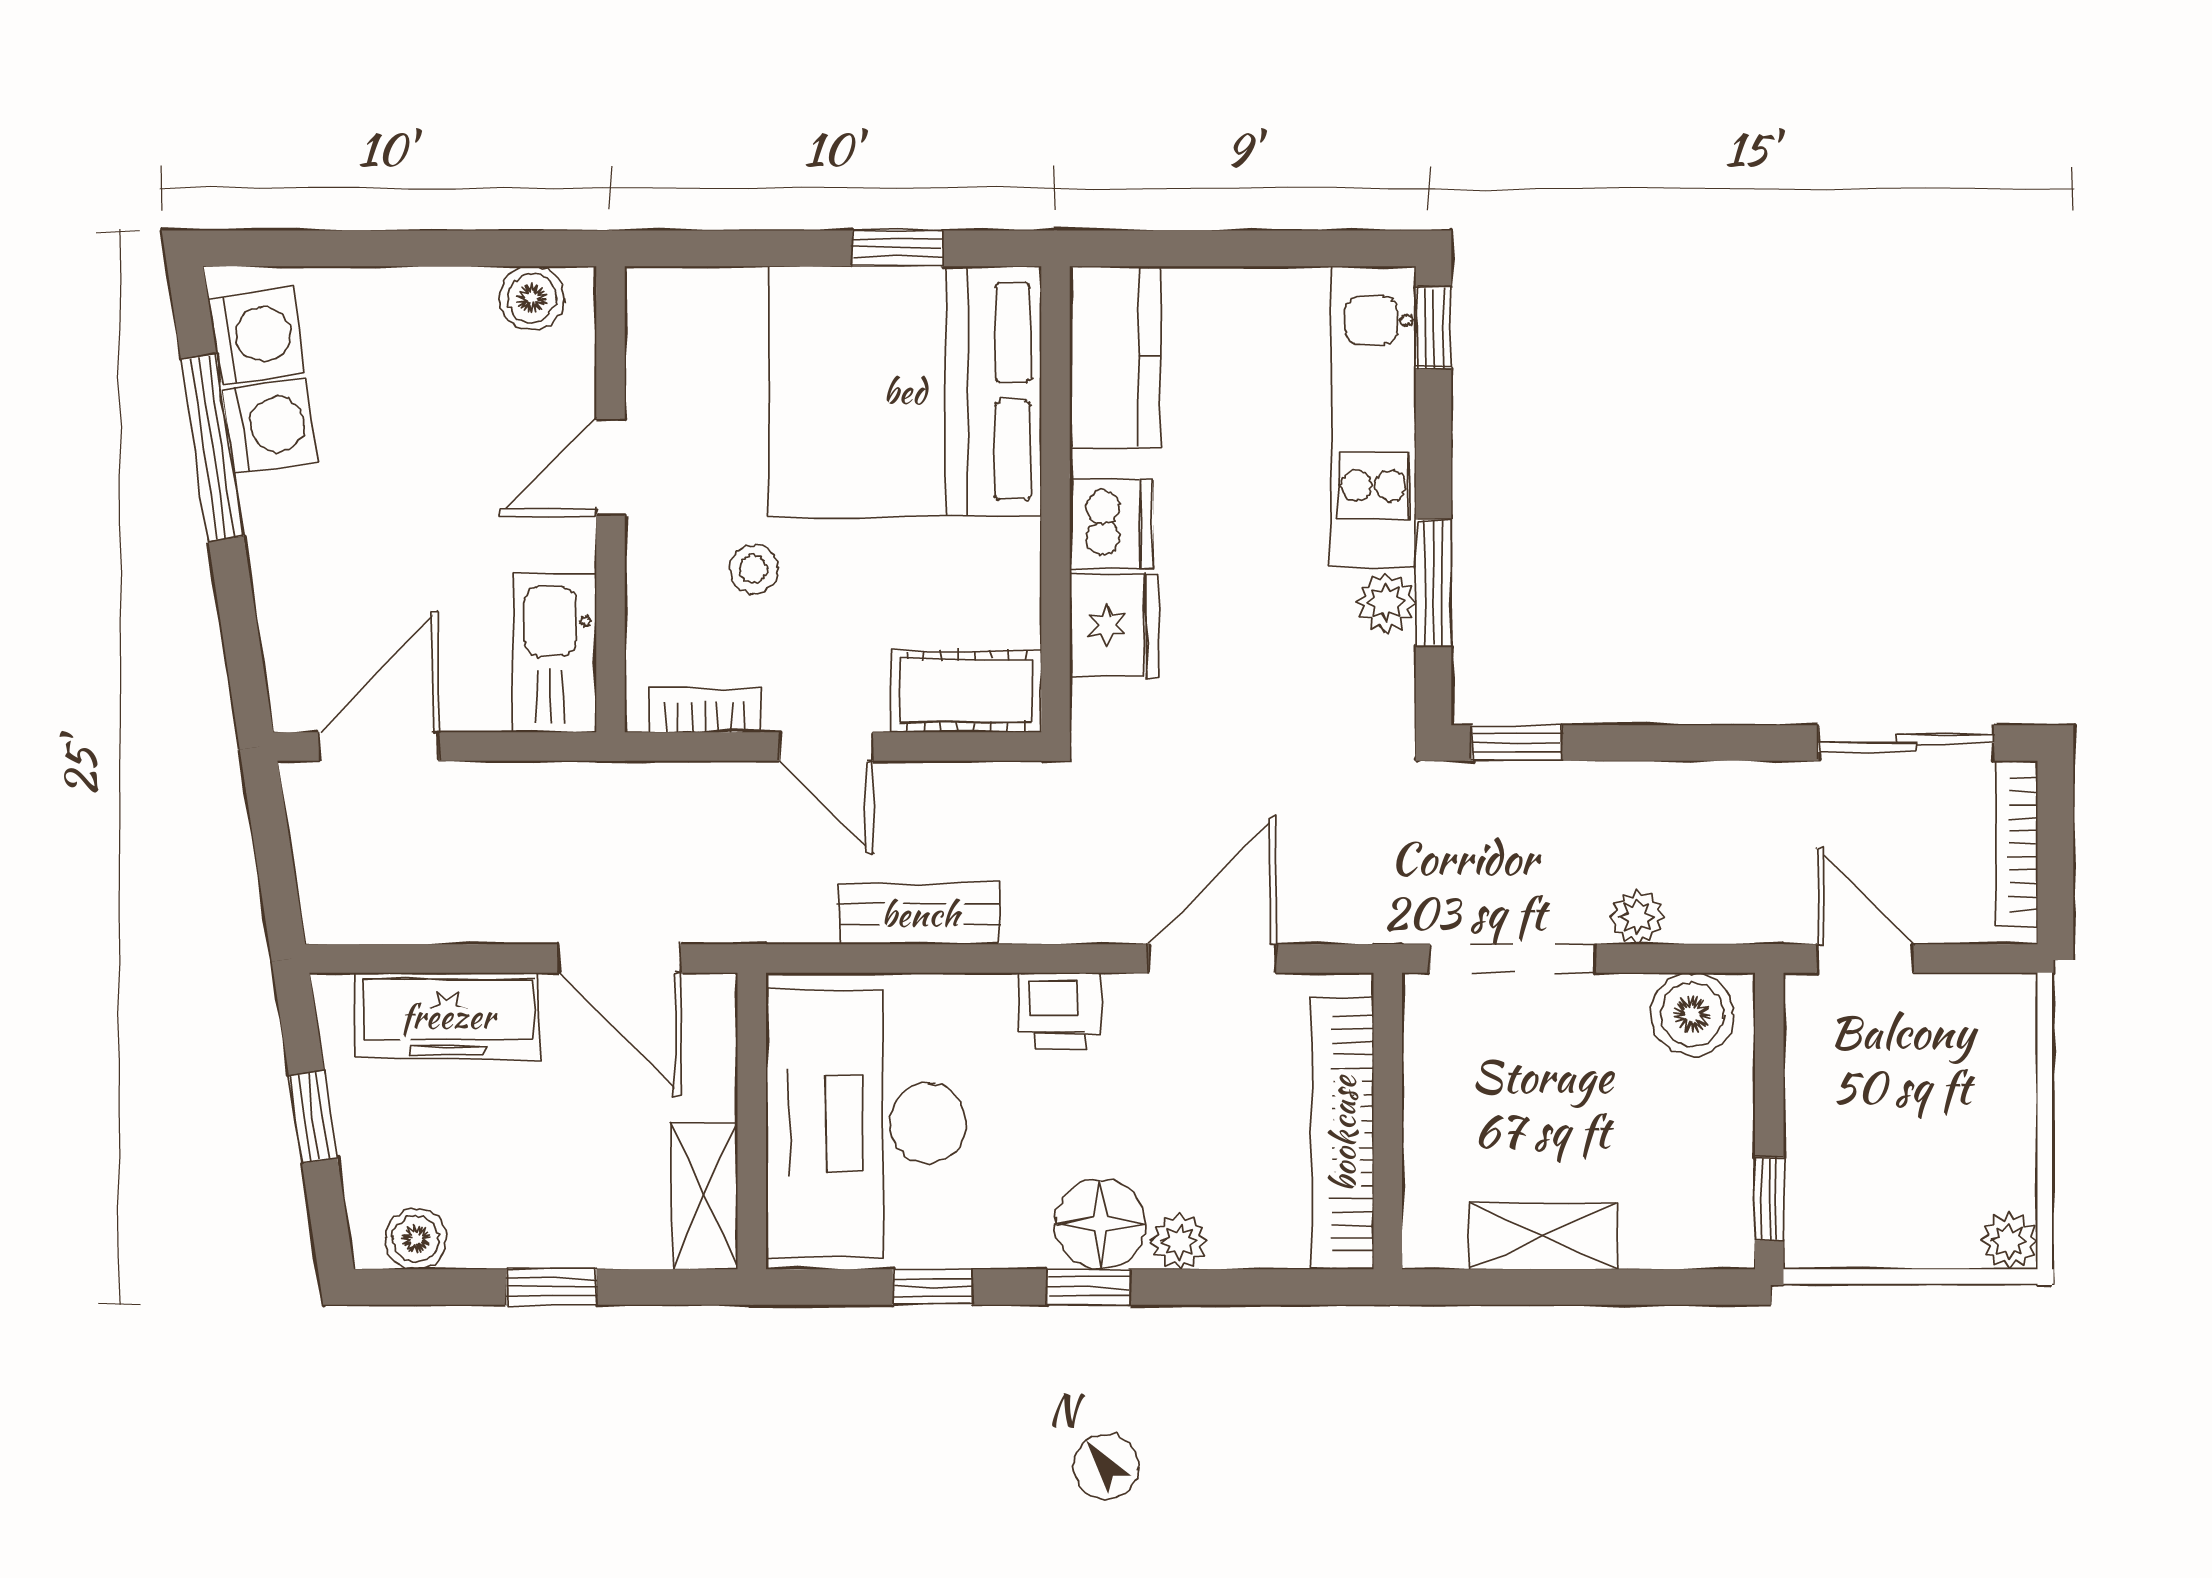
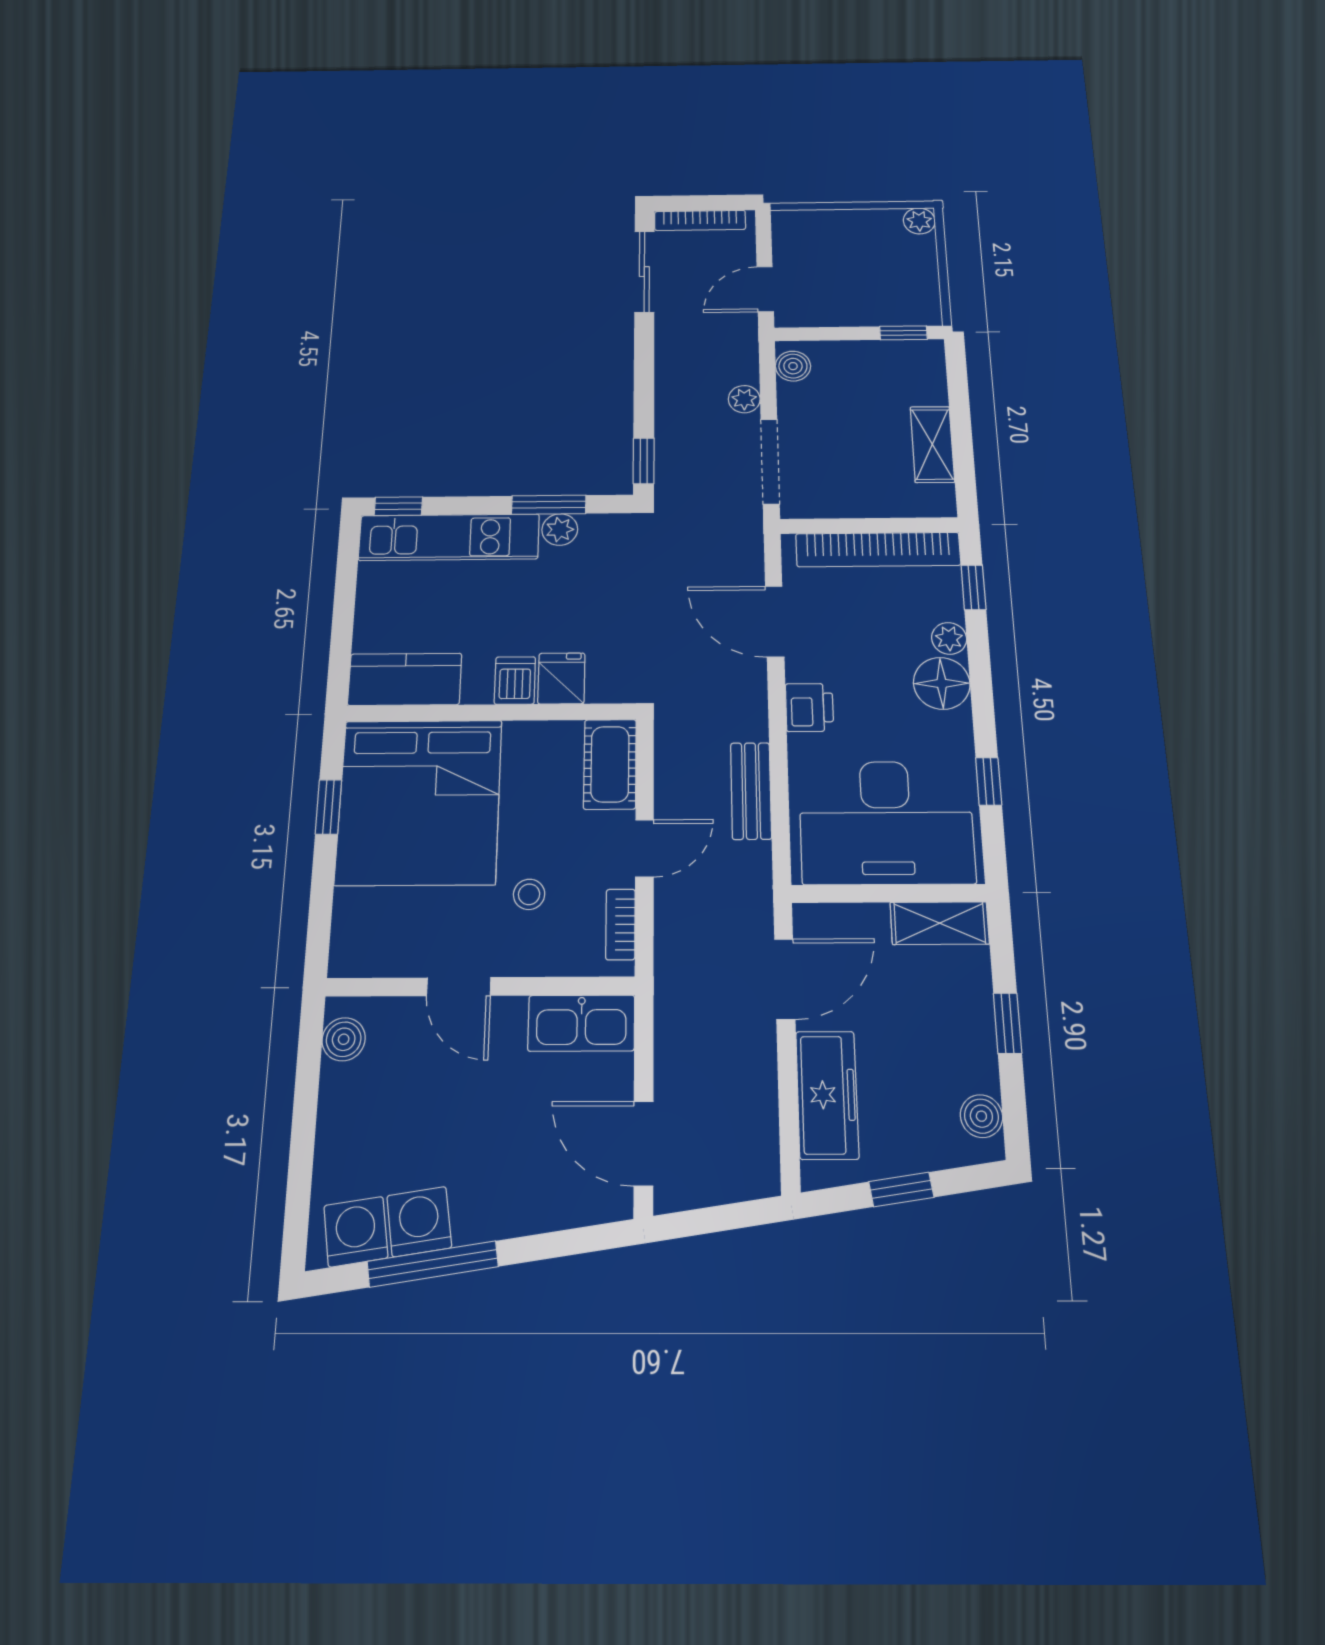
dishwasher: (1111, 524) -> (515, 680), width x0.73
fridge: (1114, 625) -> (561, 678), width x0.72
boiler: (1692, 1014) -> (793, 366), width x0.73, depth x0.73
window: (1088, 1287) -> (973, 587), moved

